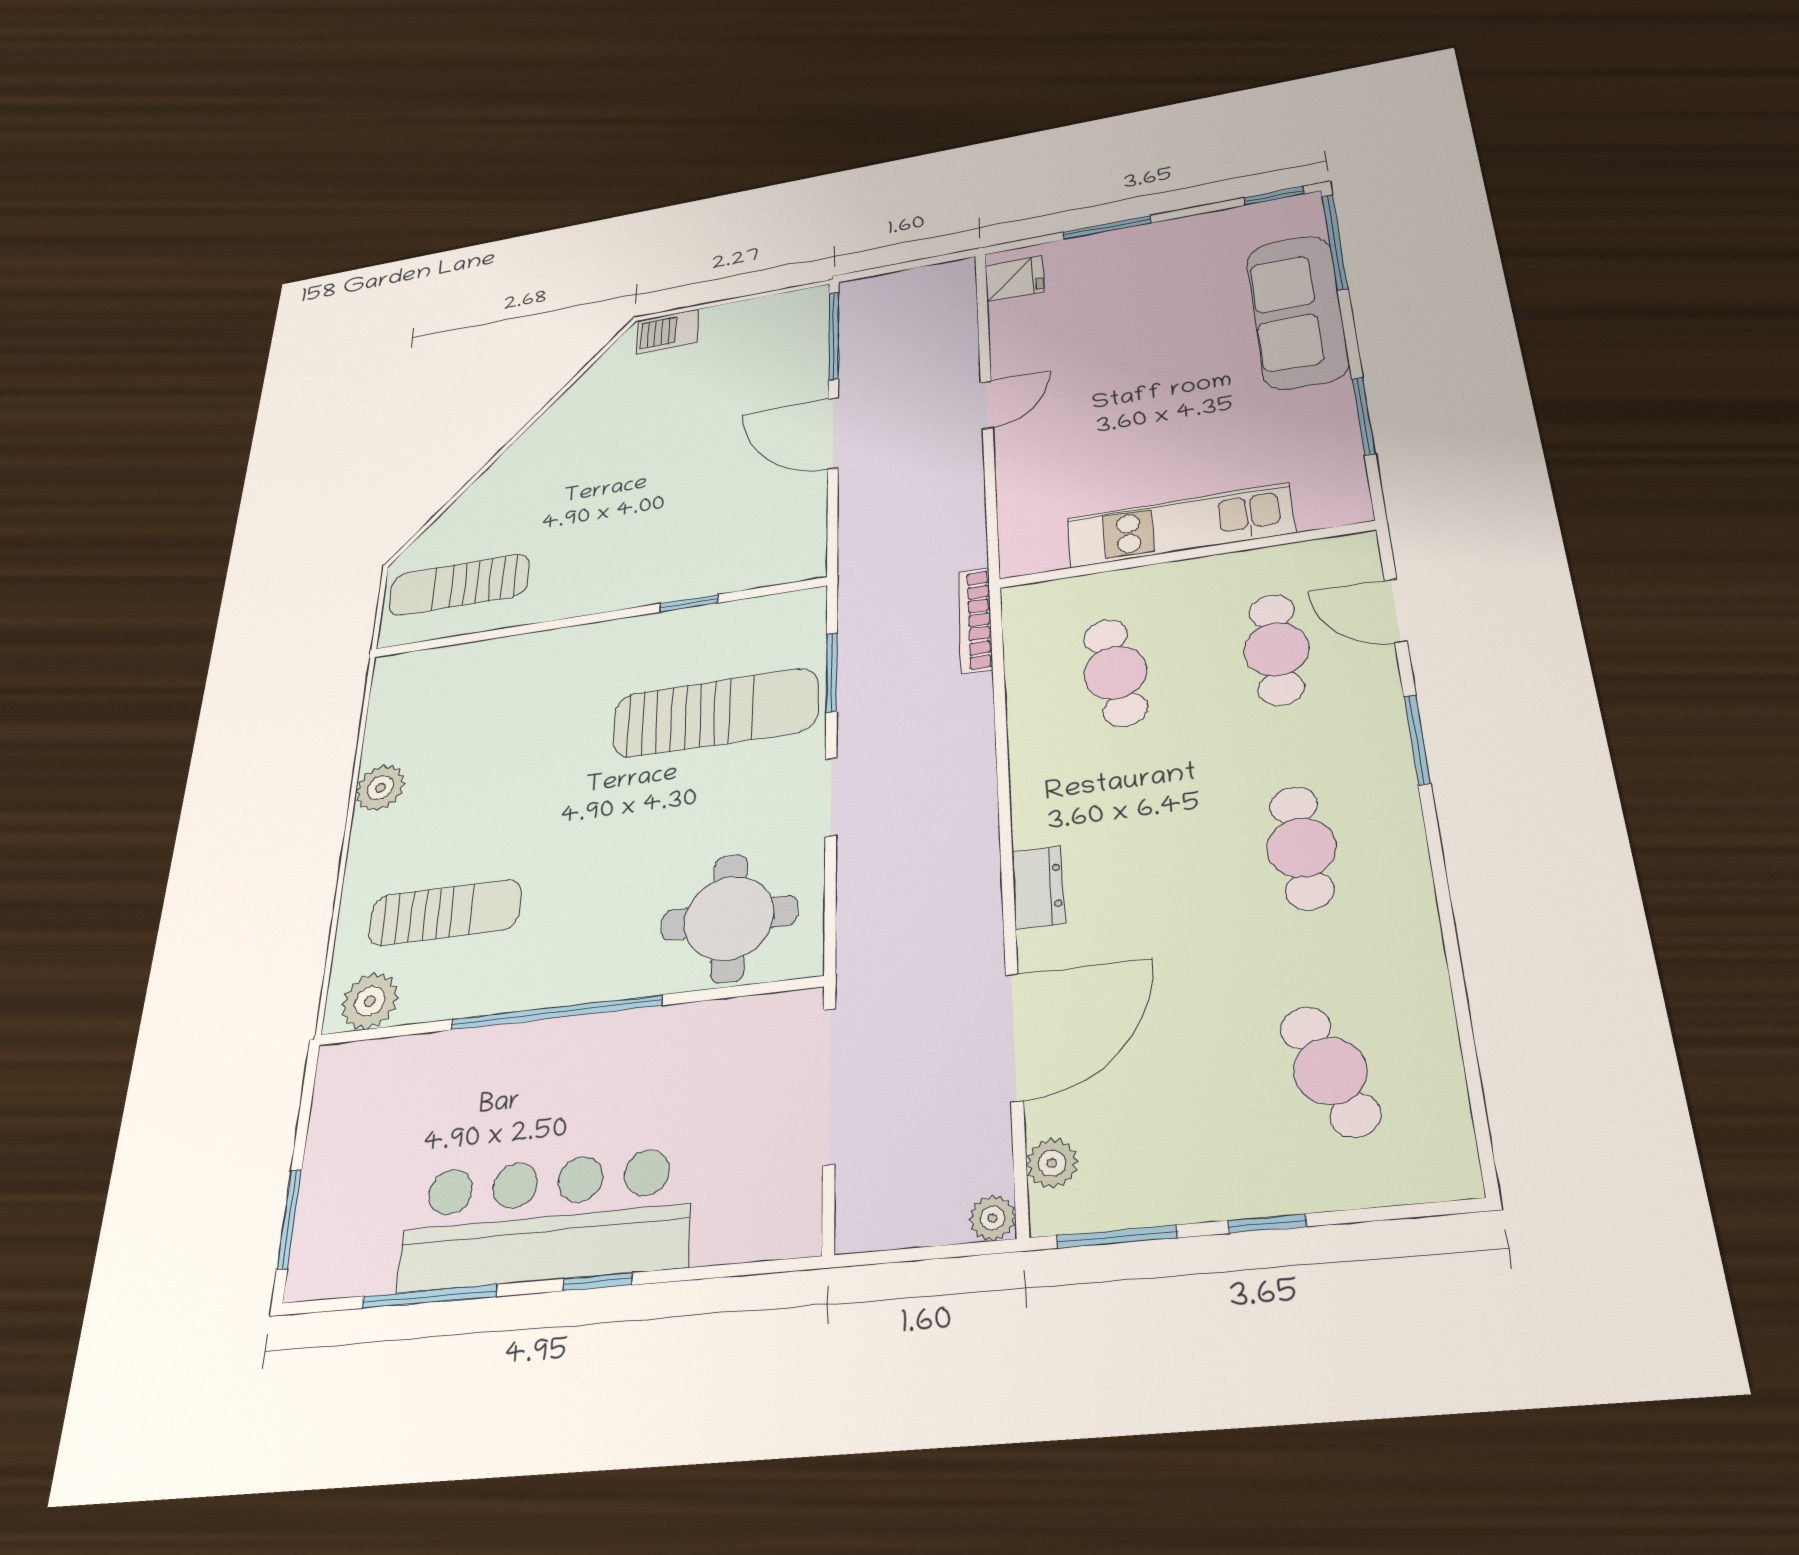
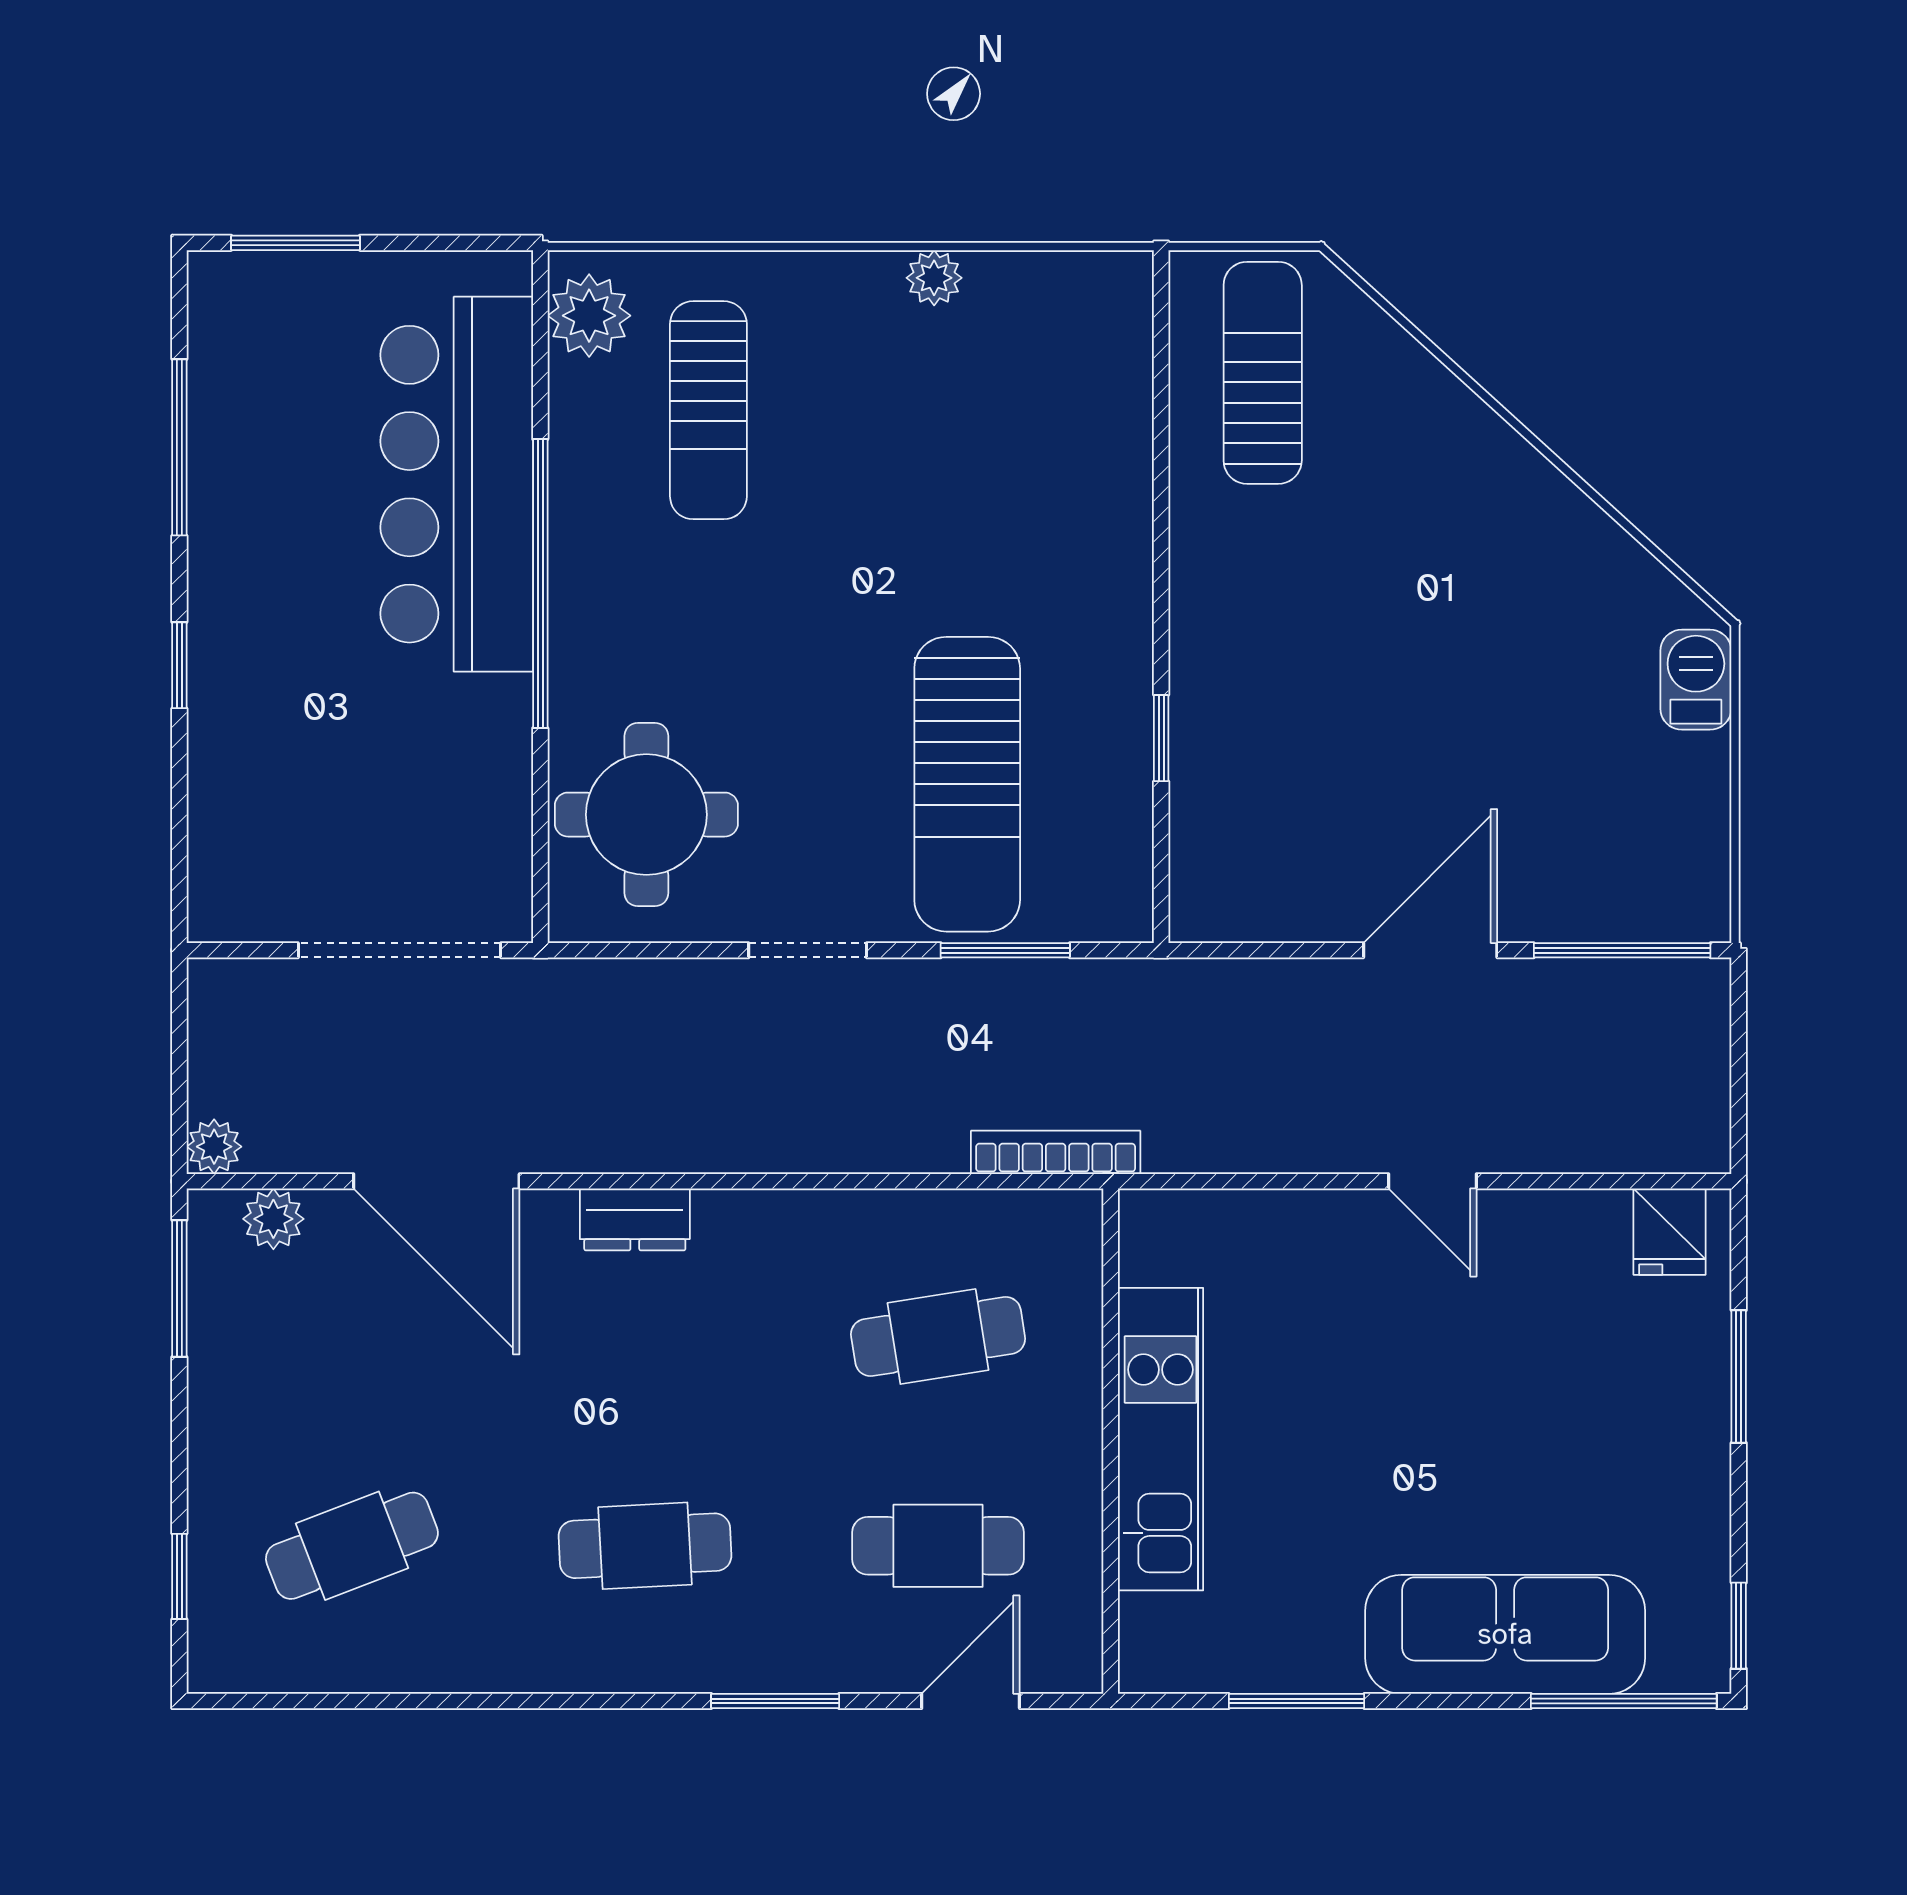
plant: (380, 788) -> (934, 278), width x0.73, depth x0.73
bar counter: (545, 1220) -> (457, 484), moved, turned 180
window: (1267, 1224) -> (179, 1576), moved

